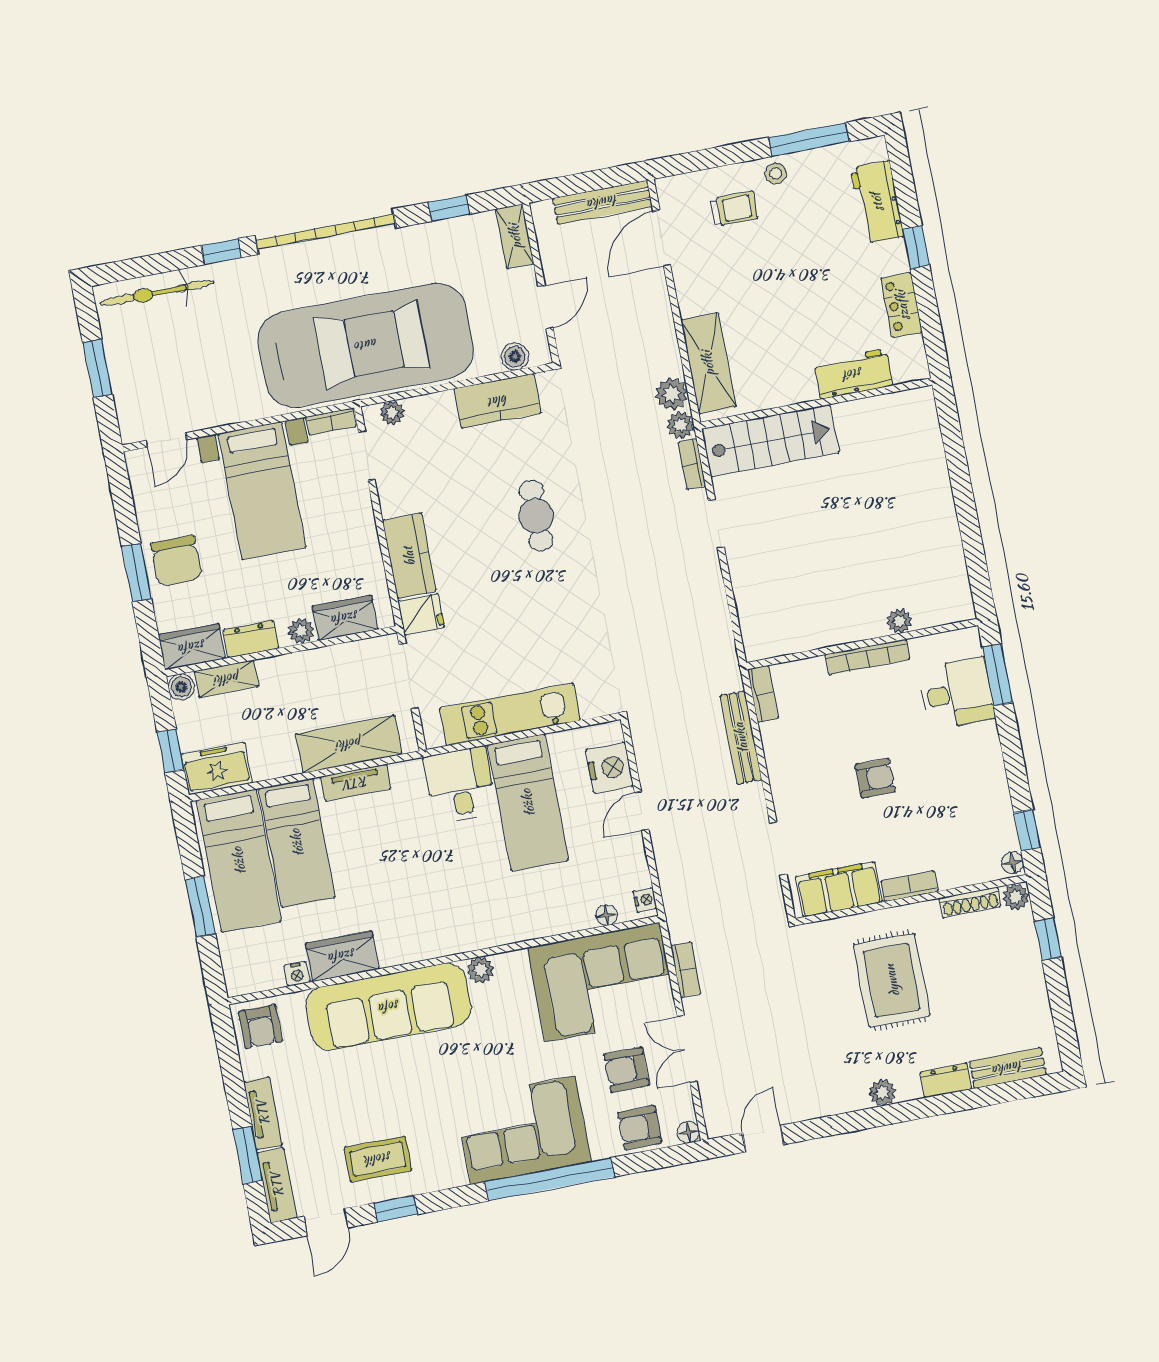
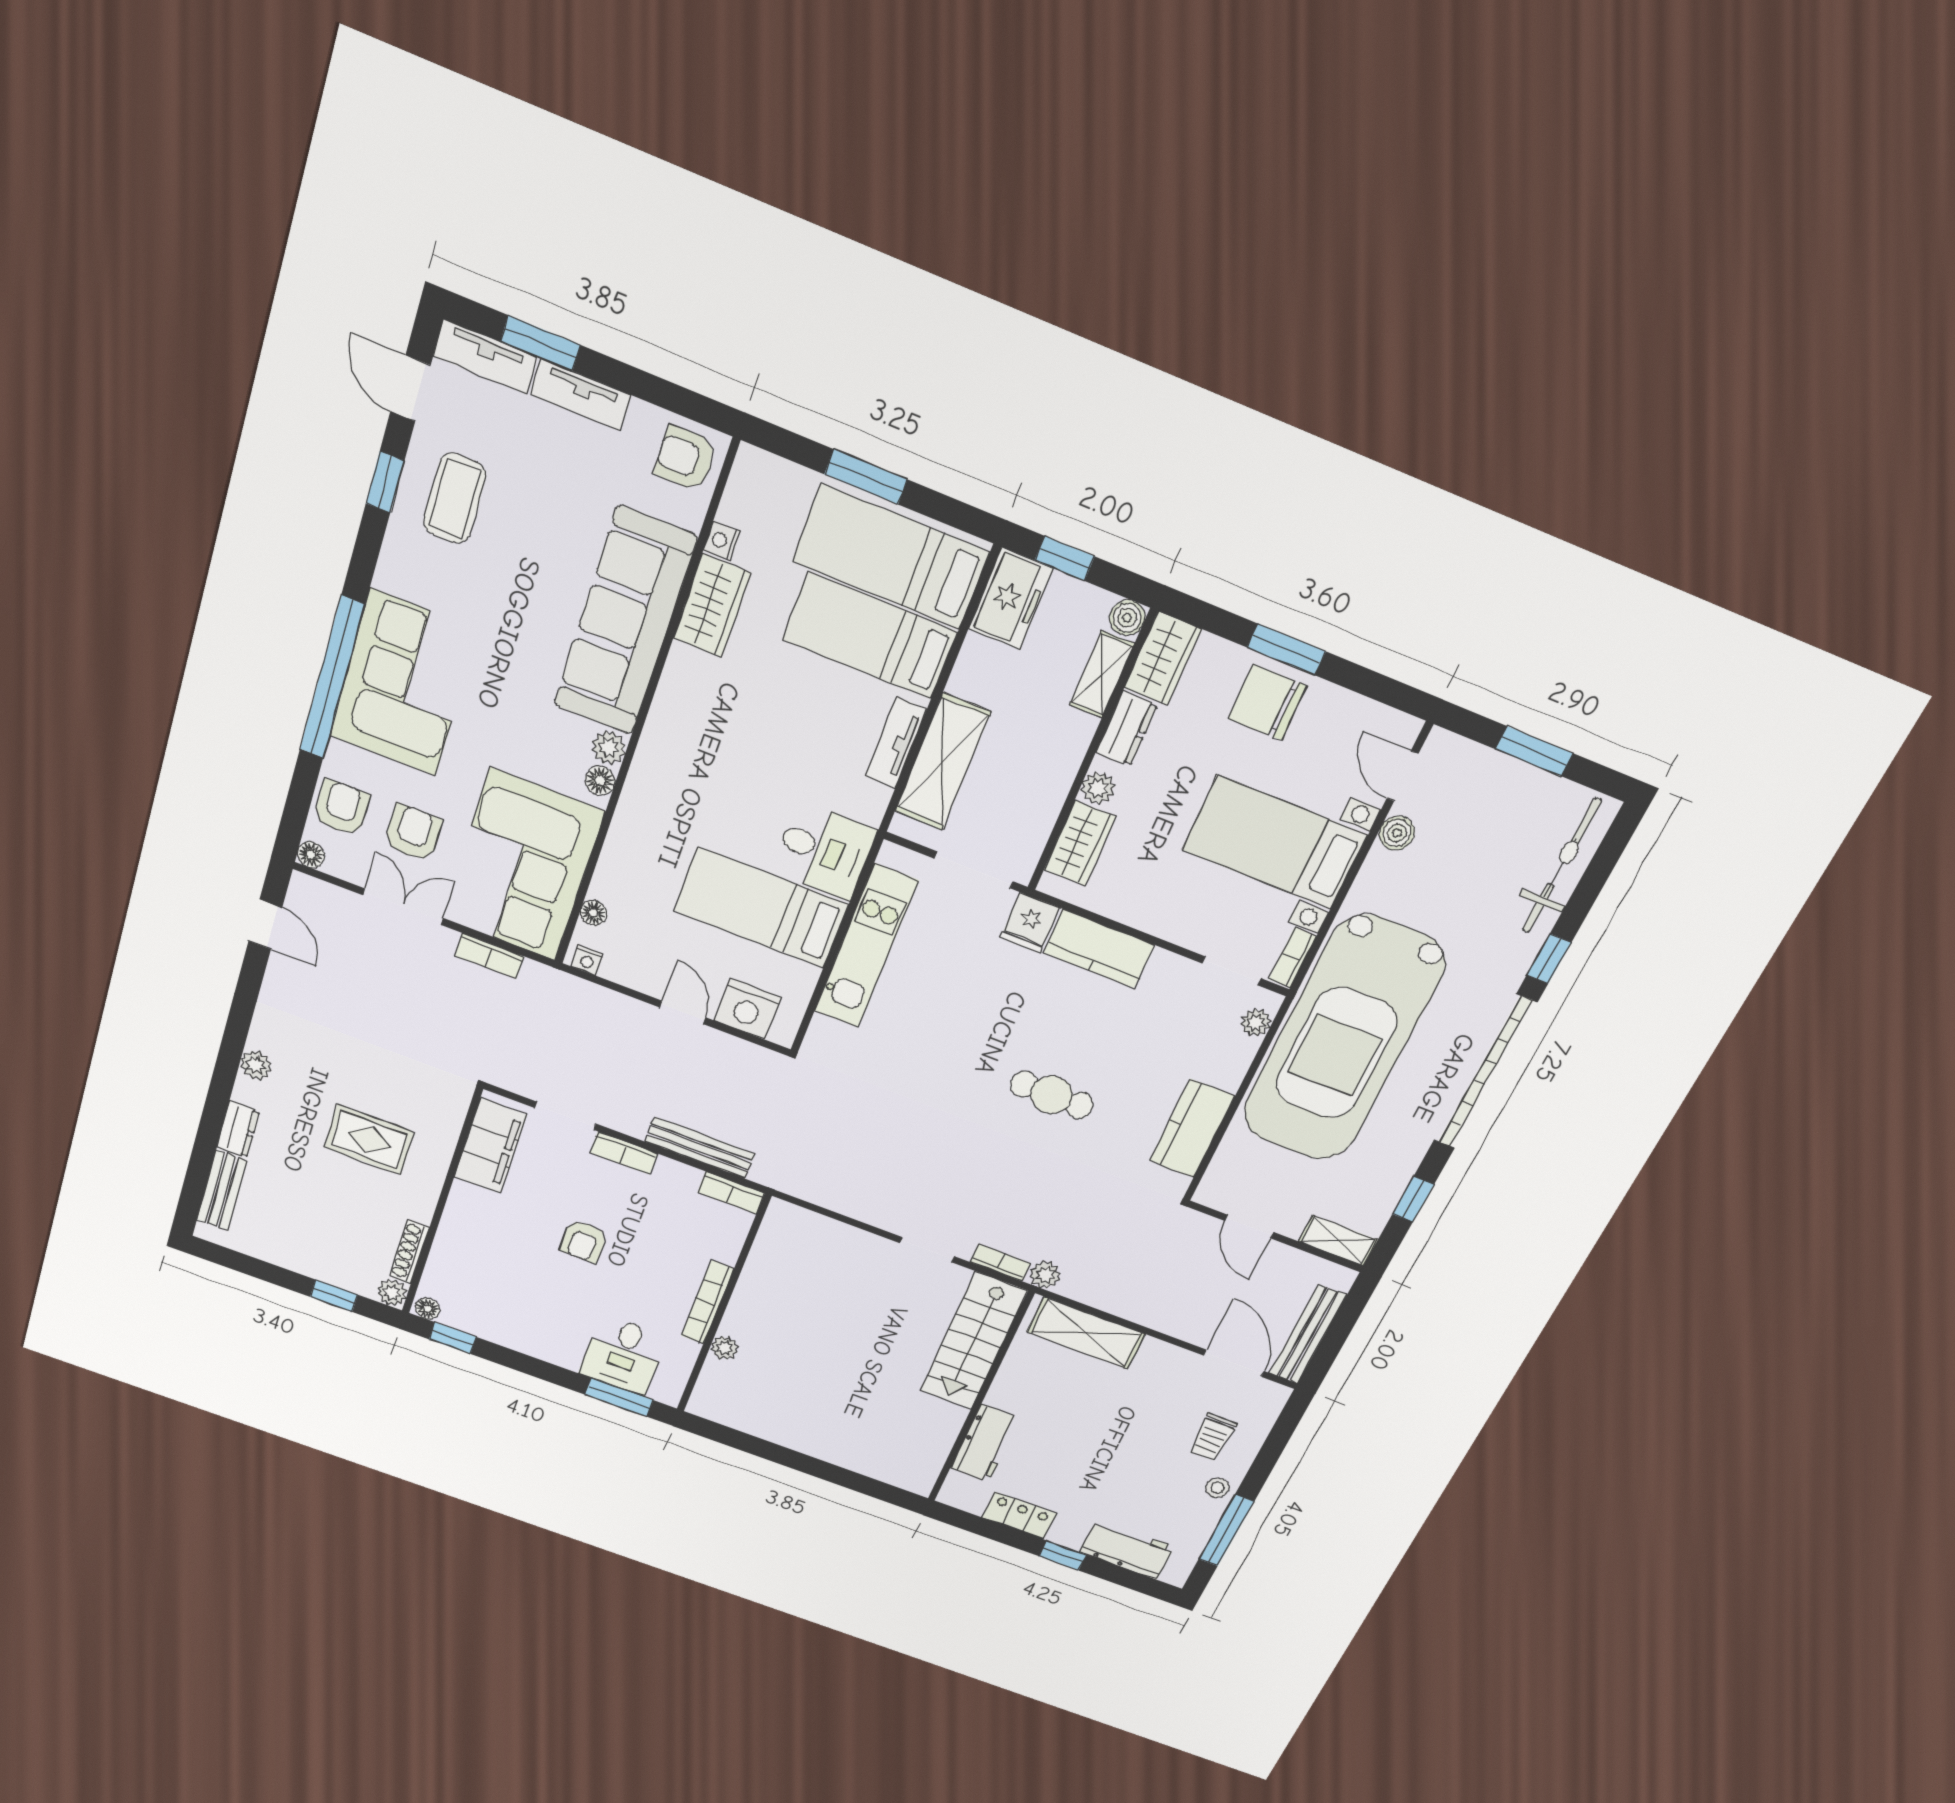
boiler: (515, 357) -> (1397, 833), moved
plant: (672, 394) -> (1081, 1285), removed
bookcase: (909, 886) -> (624, 1153), moved, turned 90
floor lamp: (507, 963) -> (600, 781), added
rug: (892, 980) -> (369, 1140), width x0.73, depth x0.70

